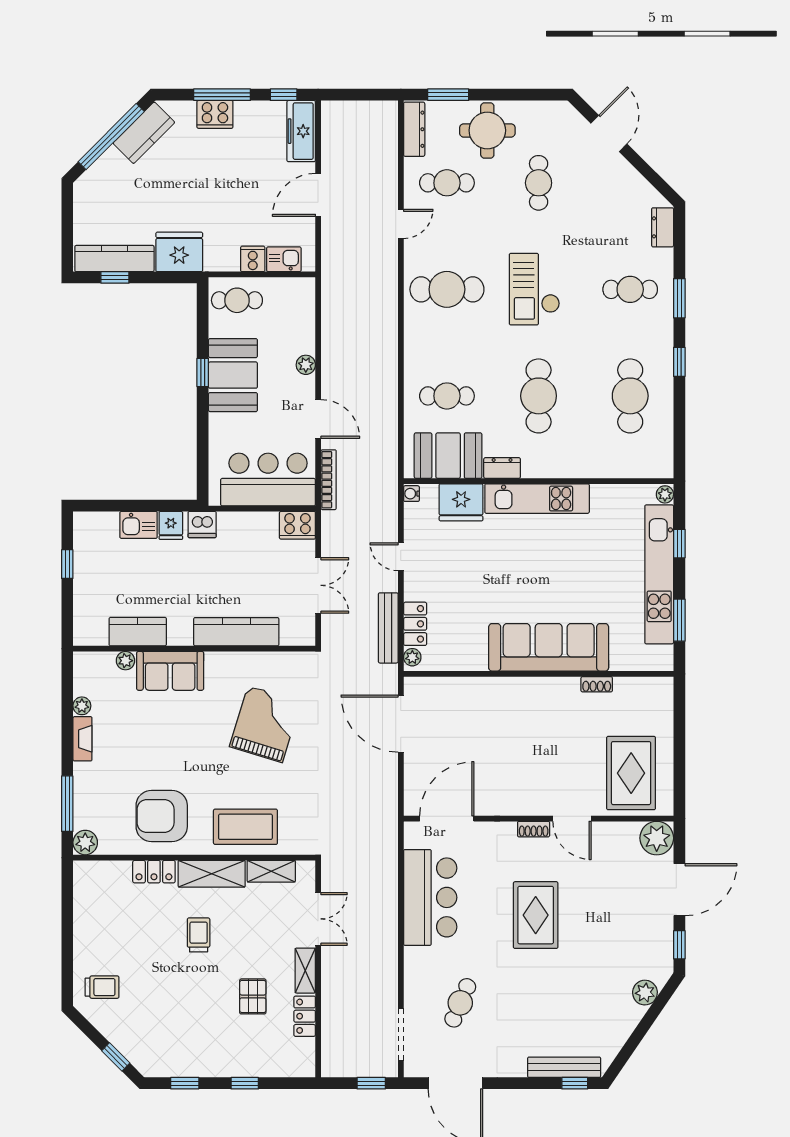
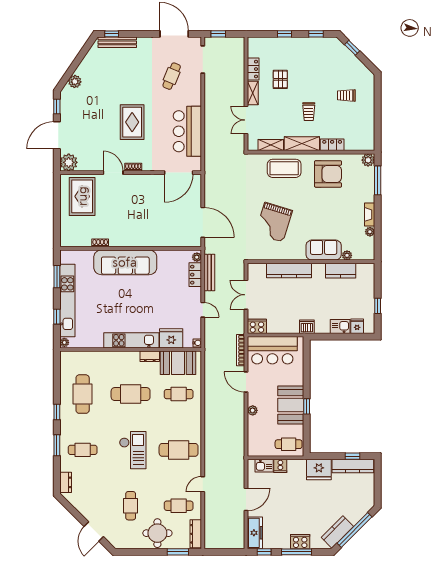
cafe table: (539, 396) -> (131, 394), turned 90
fridge: (171, 525) -> (357, 326), moved
trolley: (102, 987) -> (346, 95), moved

